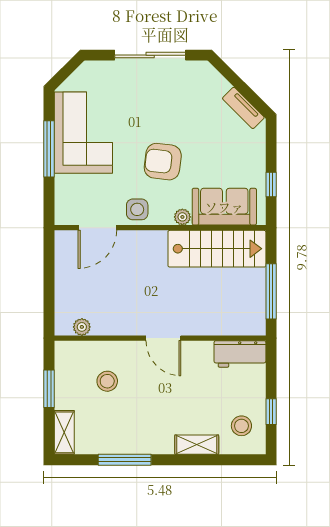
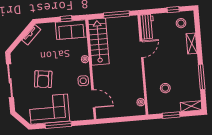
armchair: (163, 162) -> (43, 79), moved
sofa: (224, 207) -> (71, 30), moved, turned -90
door: (163, 338) -> (142, 49), moved

